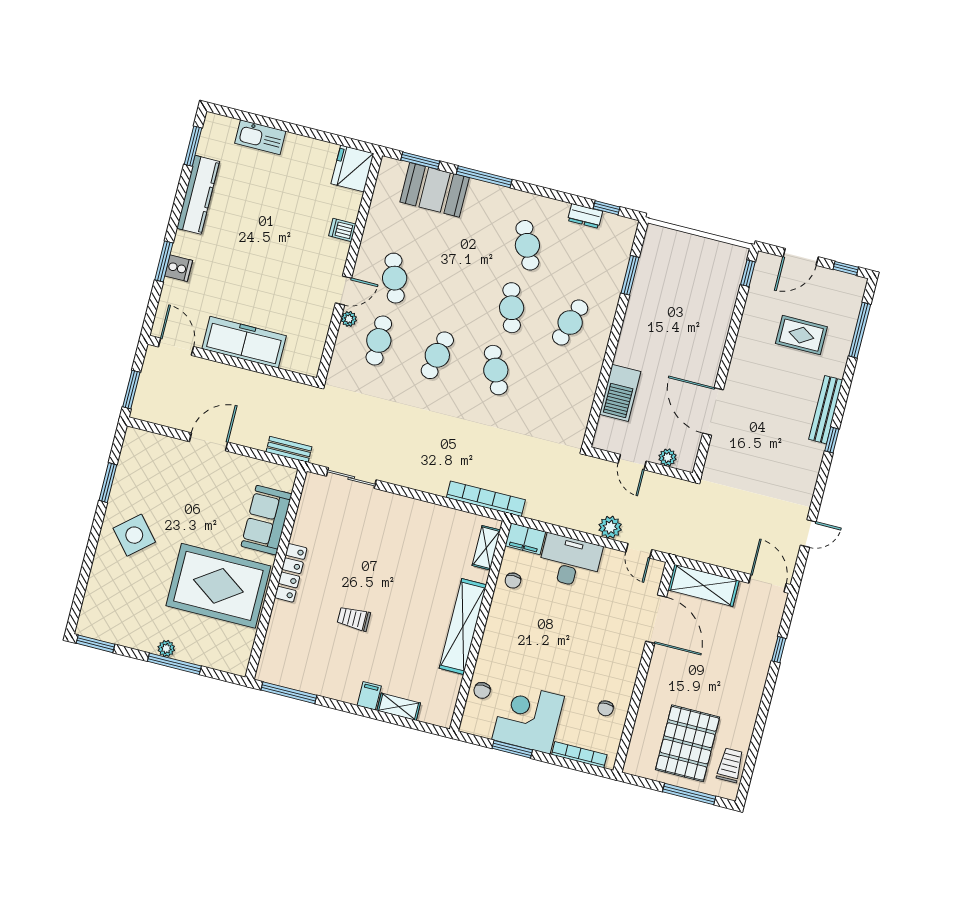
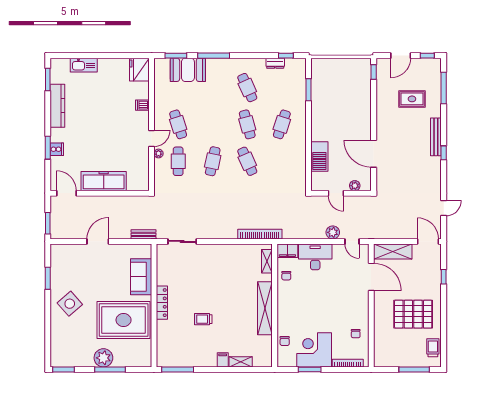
plant: (166, 648) -> (103, 358), width x1.88, depth x1.88
pallet: (688, 743) -> (413, 314), moved, turned 90

